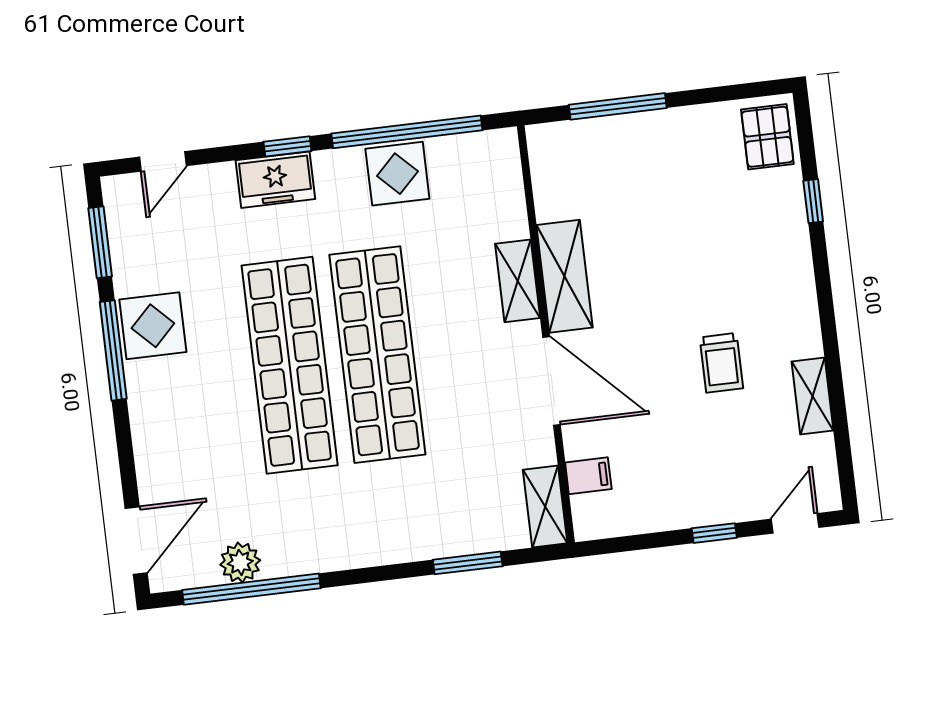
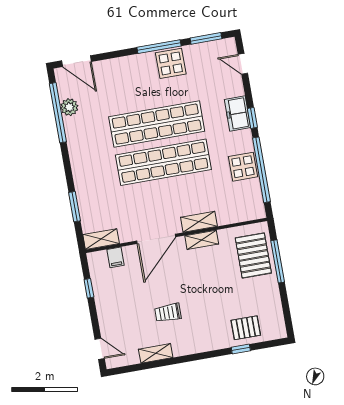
pallet: (767, 137) -> (246, 328), moved
pallet: (601, 161) -> (253, 255), added
shelving: (565, 276) -> (202, 240), width x0.67, depth x0.75
window: (714, 533) -> (89, 288), moved

